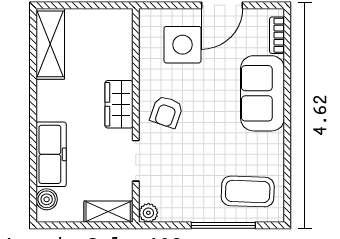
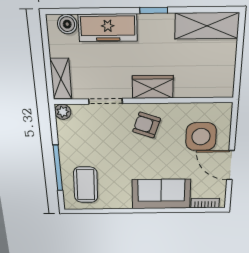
window: (33, 103) -> (154, 10), added

